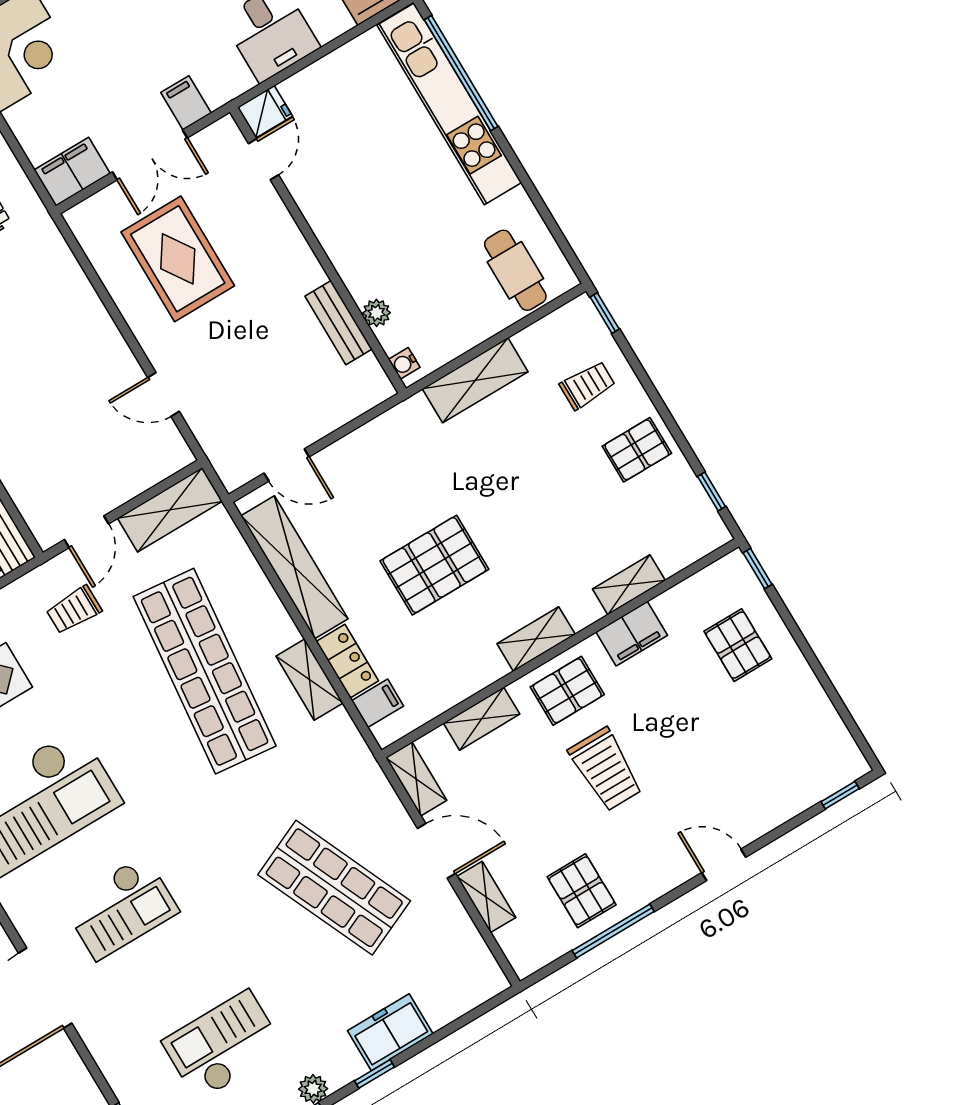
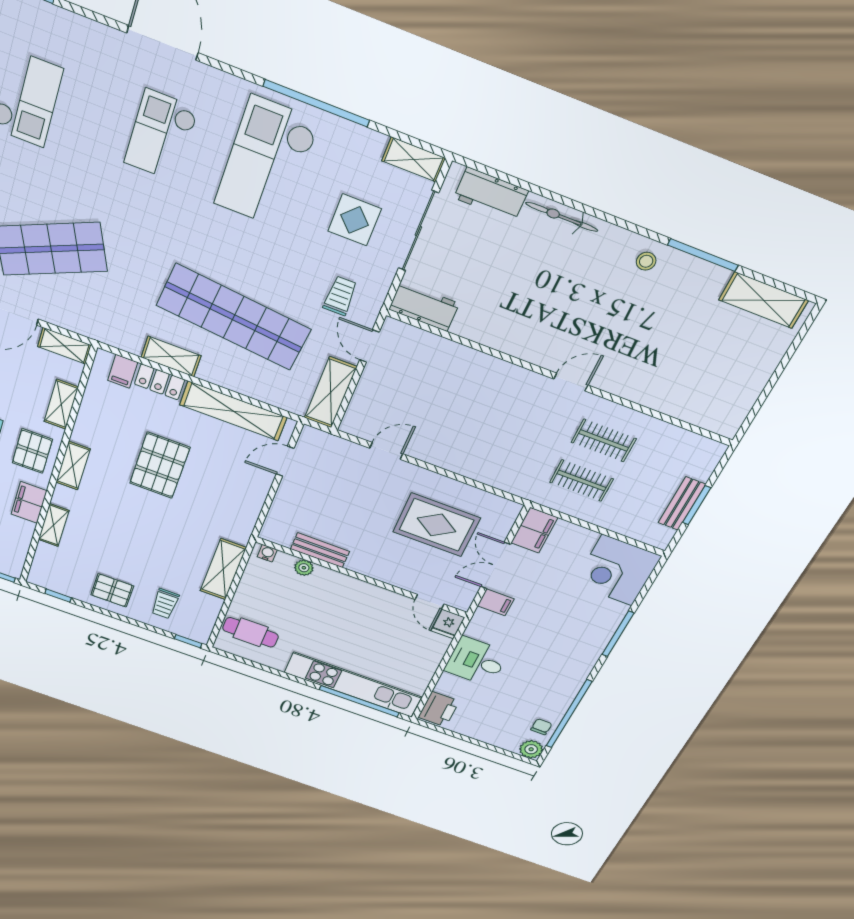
pallet: (637, 450) -> (112, 590), turned 90

